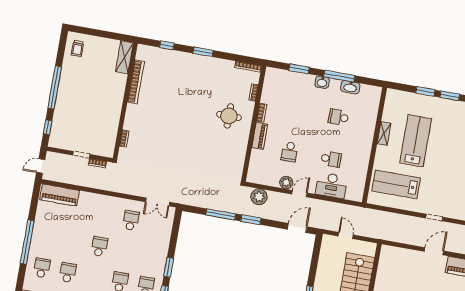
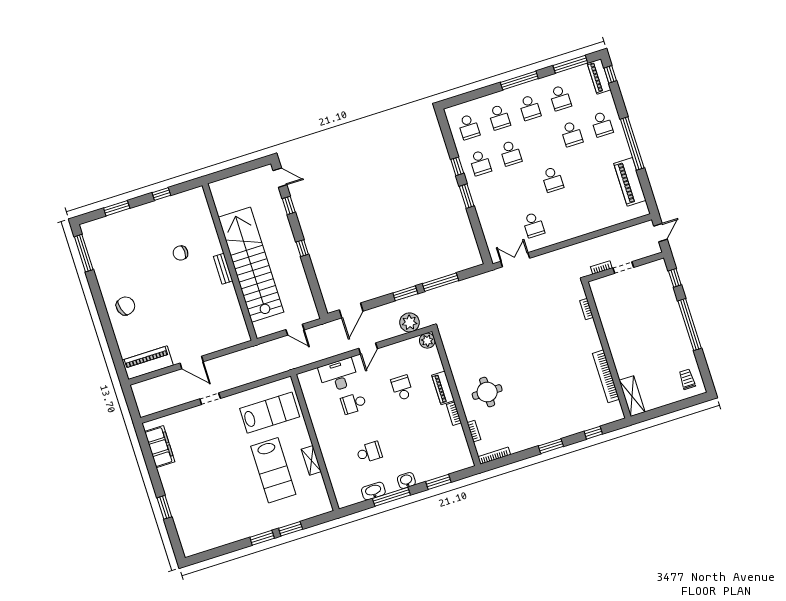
plant: (286, 182) -> (427, 341), moved
piano: (60, 195) -> (630, 182), moved, turned -90
door: (434, 251) -> (192, 362), hinge flipped

